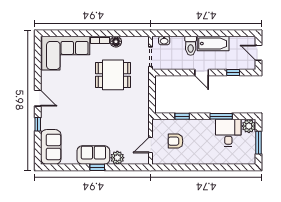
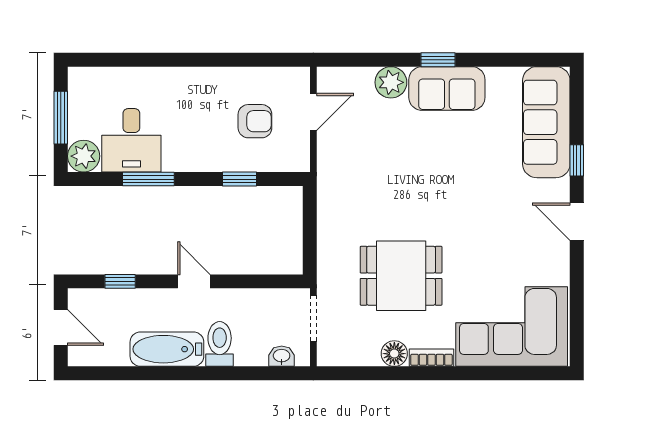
sofa: (51, 147) -> (546, 122), width x1.36

